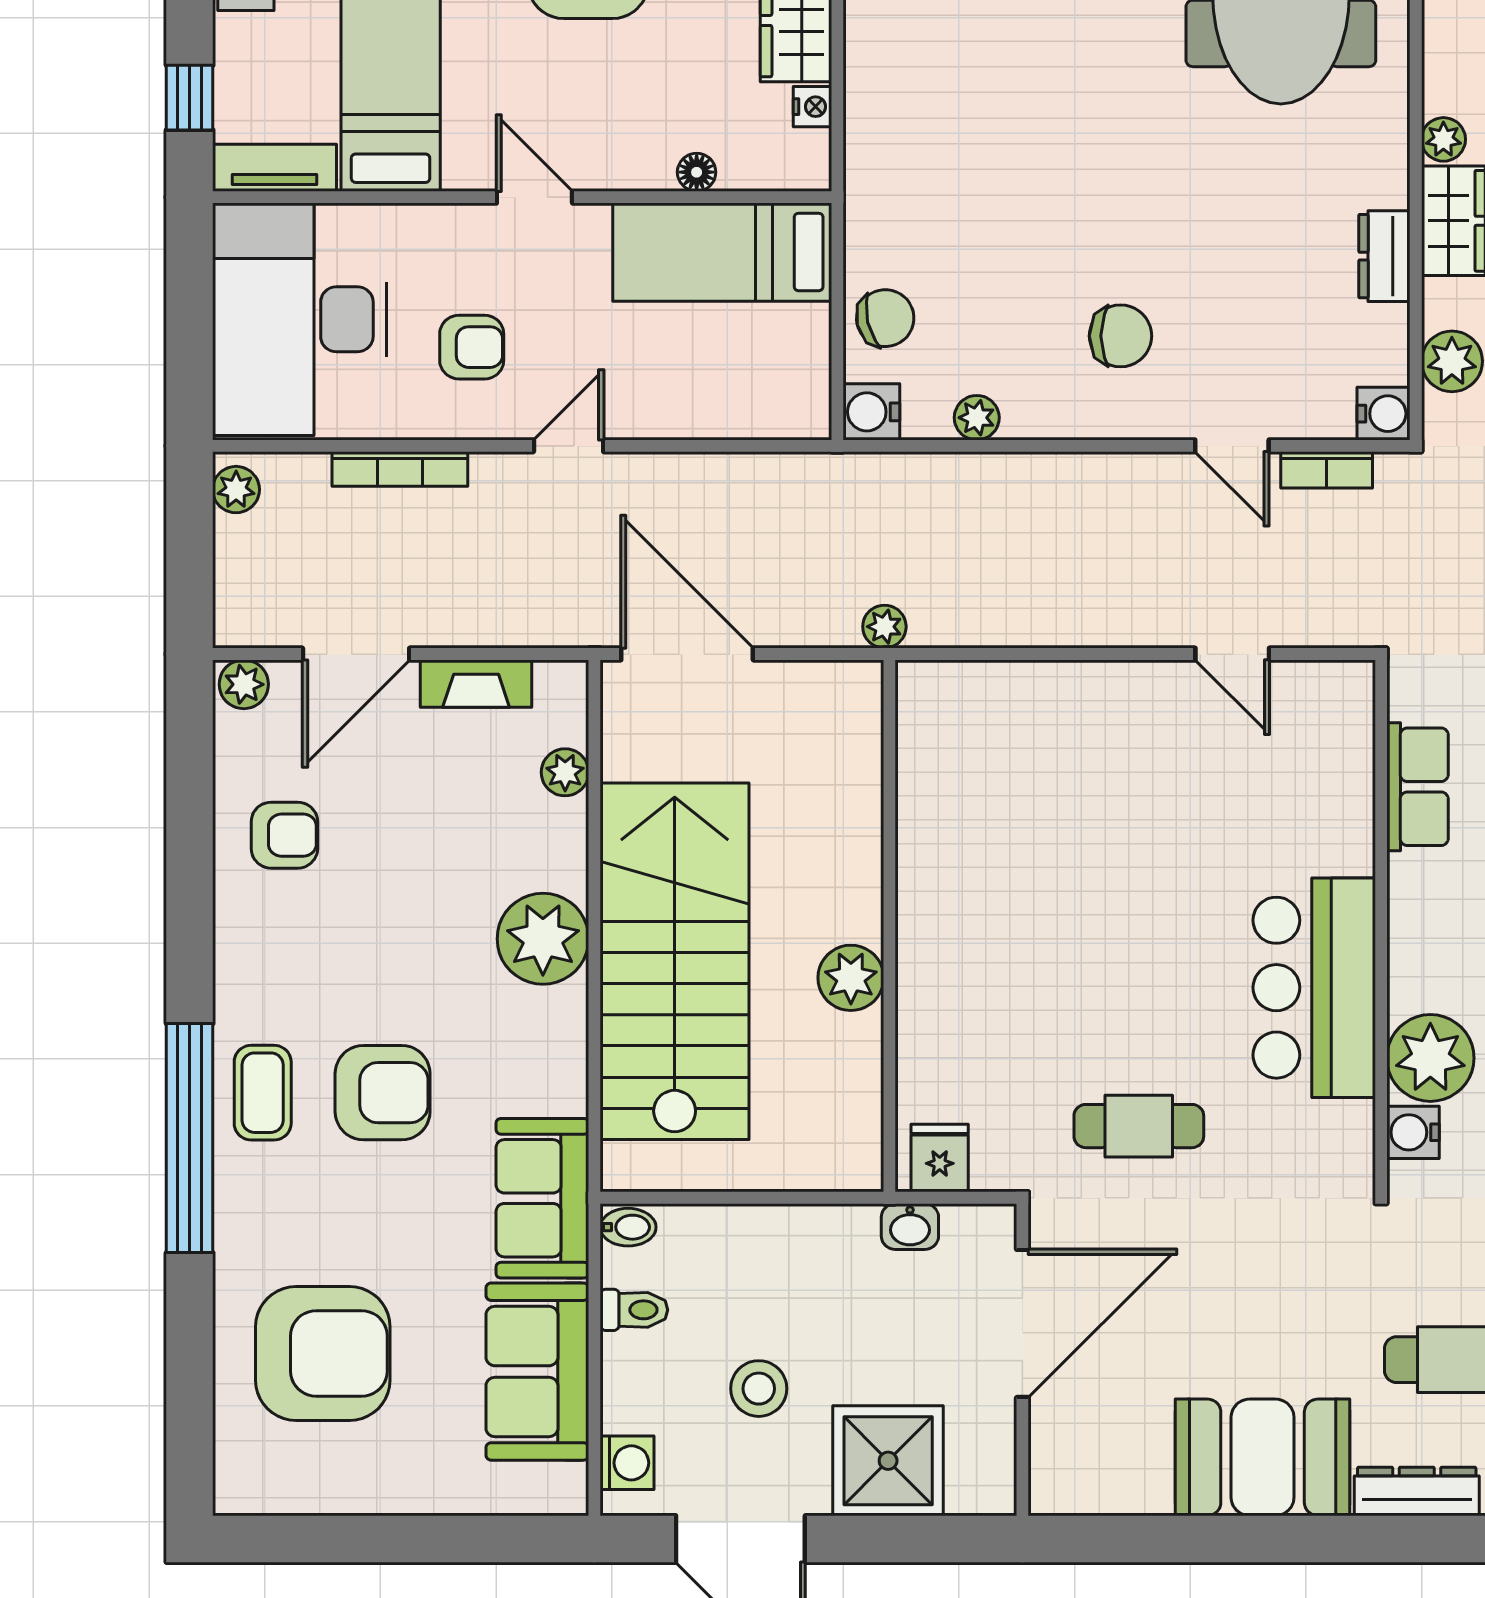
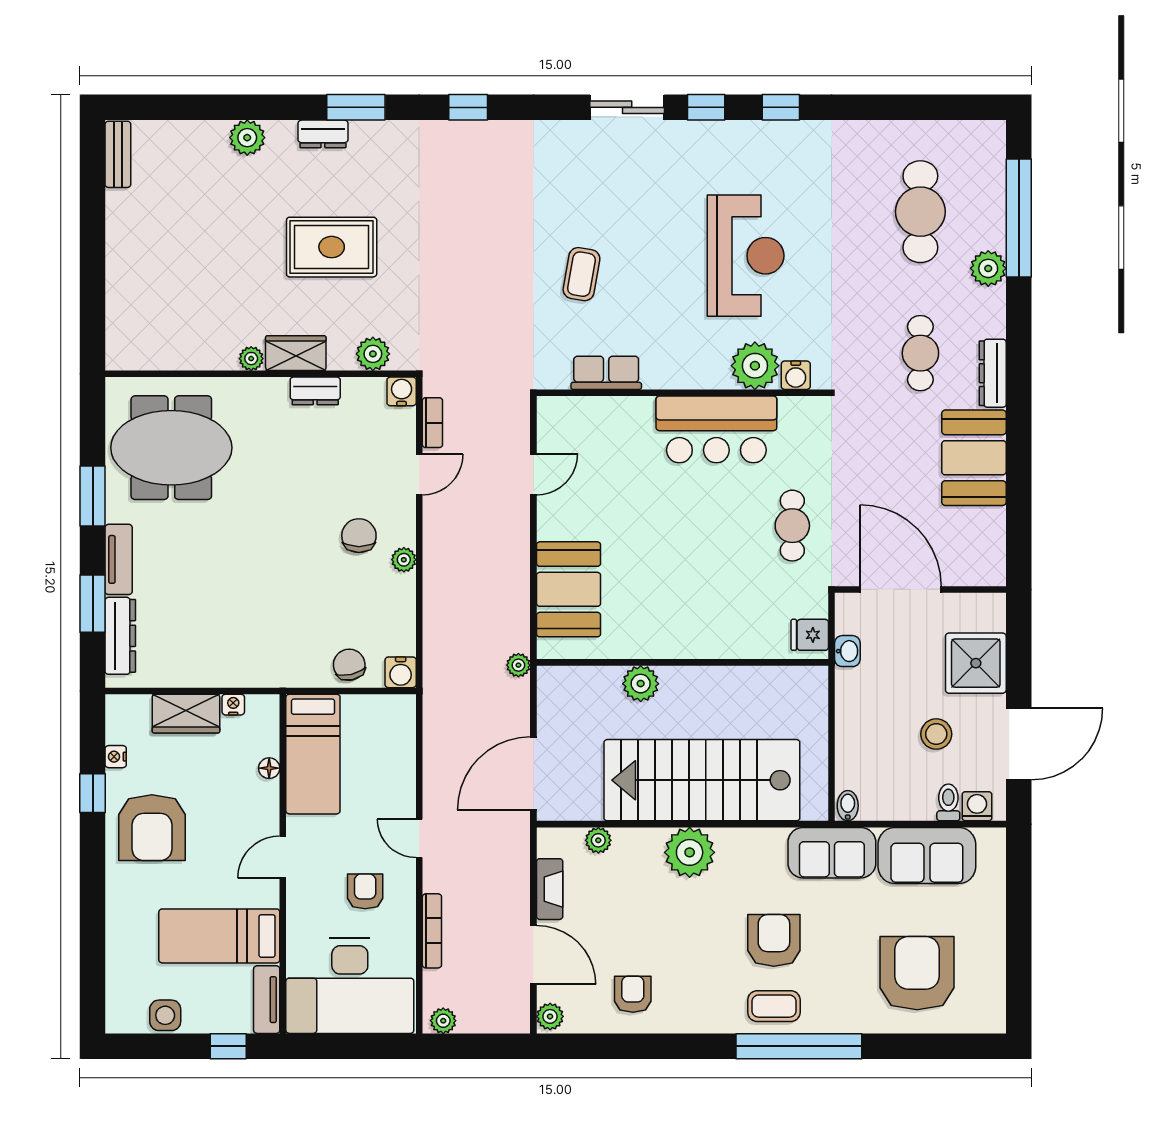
plant: (977, 418) -> (404, 560), moved
booth: (1023, 718) -> (569, 589), added
plant: (851, 978) -> (641, 684), moved
toilet: (634, 1310) -> (948, 802), moved

